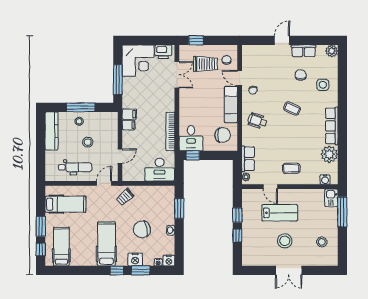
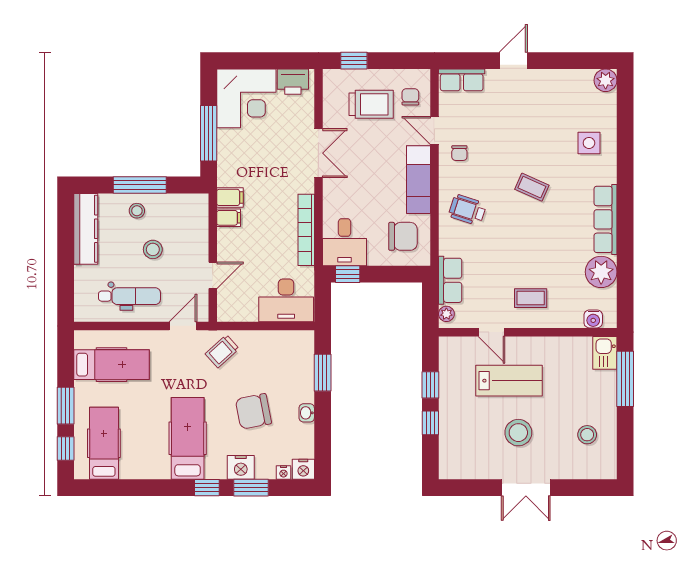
row of seats: (304, 51) -> (462, 80), moved
double door: (177, 75) -> (318, 153), moved
chair: (301, 75) -> (548, 125), removed

